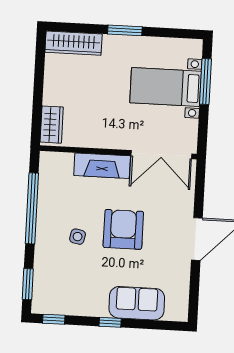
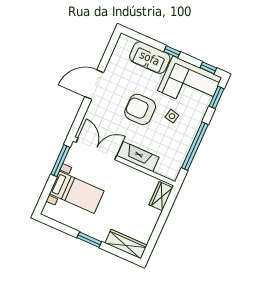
window: (205, 81) -> (60, 161), moved
armchair: (123, 229) -> (140, 109), turned 90
corner sofa: (70, 288) -> (190, 84), added

